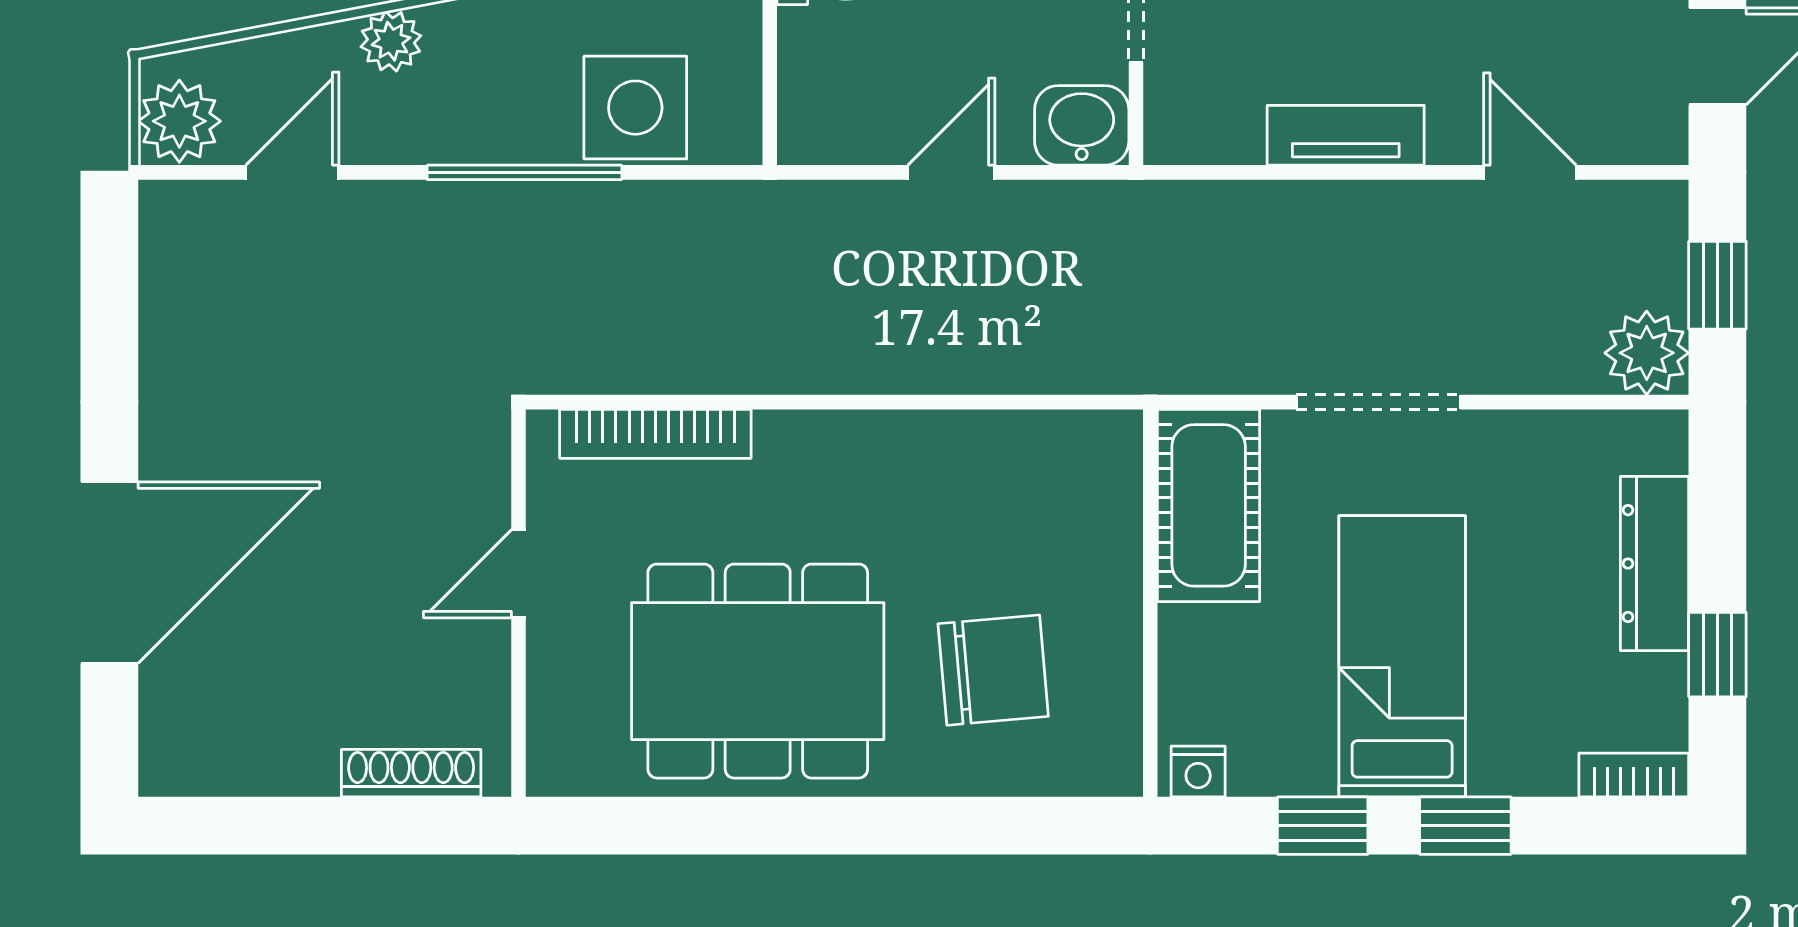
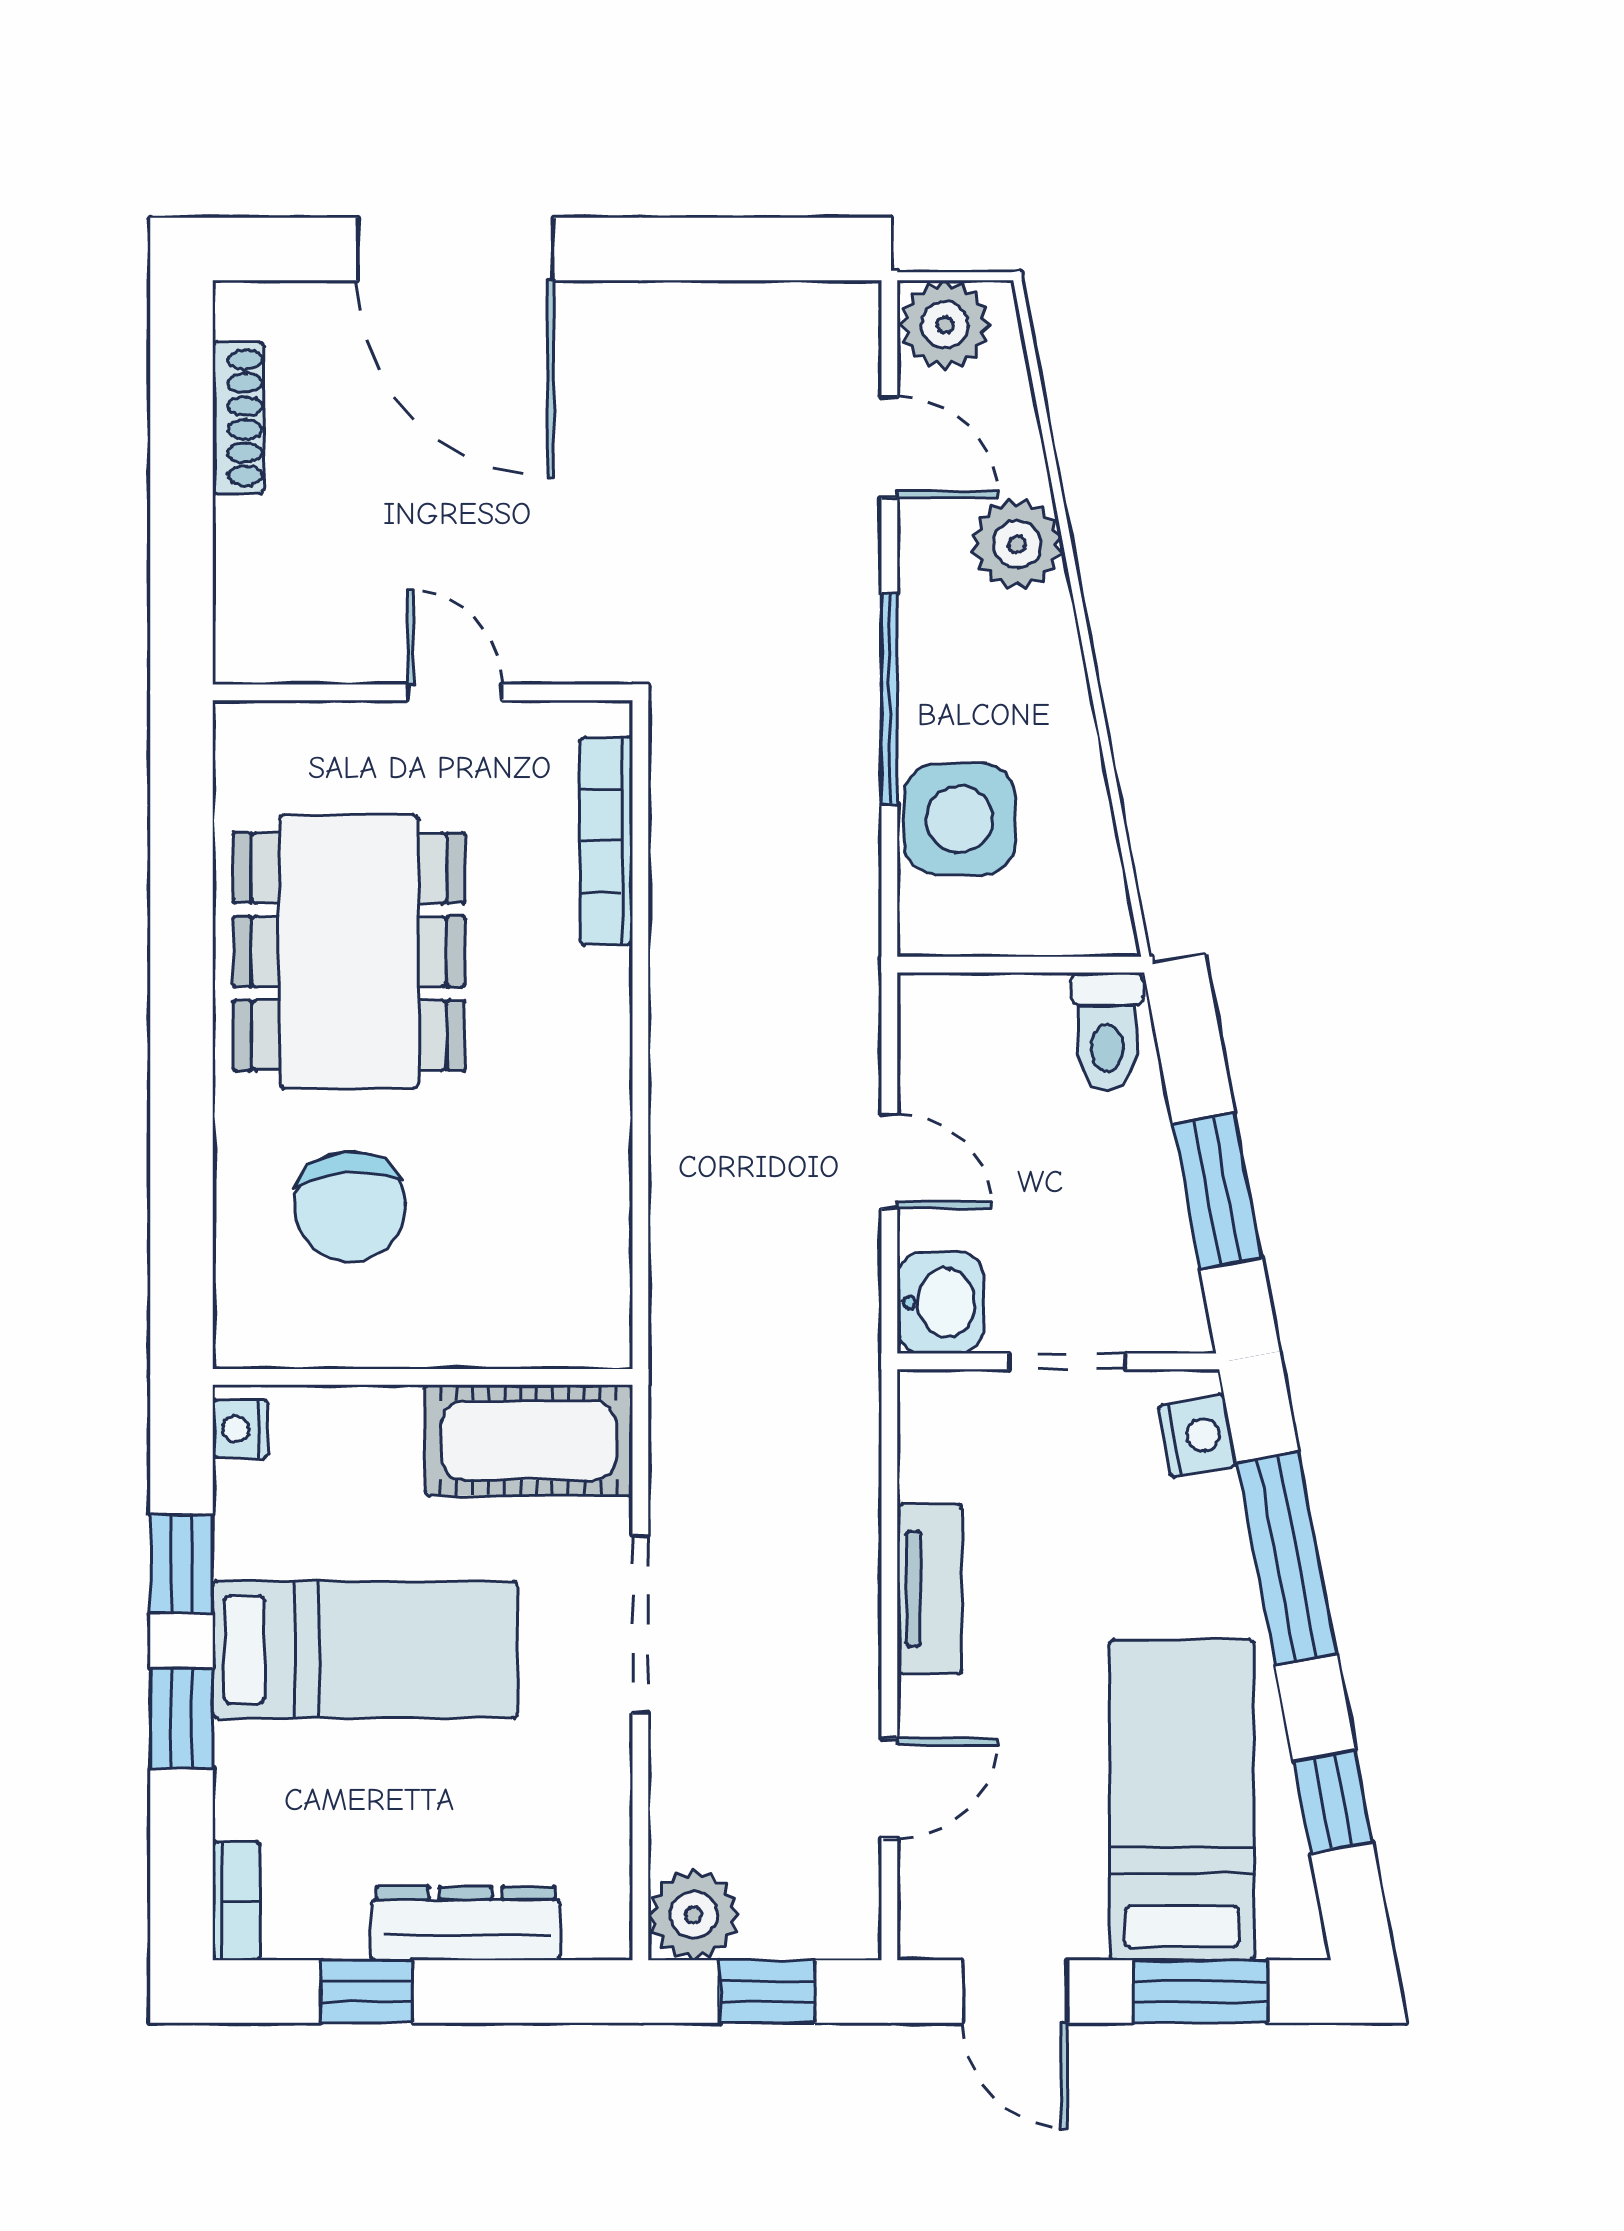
plant: (391, 41) -> (1017, 544), width x1.38, depth x1.38
shoe rack: (411, 773) -> (238, 418), moved

